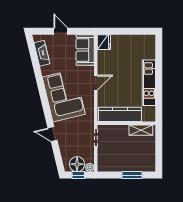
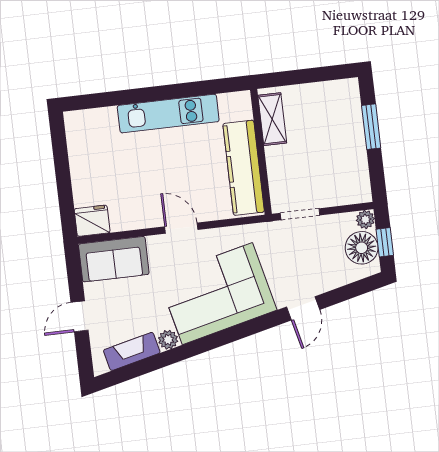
plant: (45, 71) -> (168, 340), added

